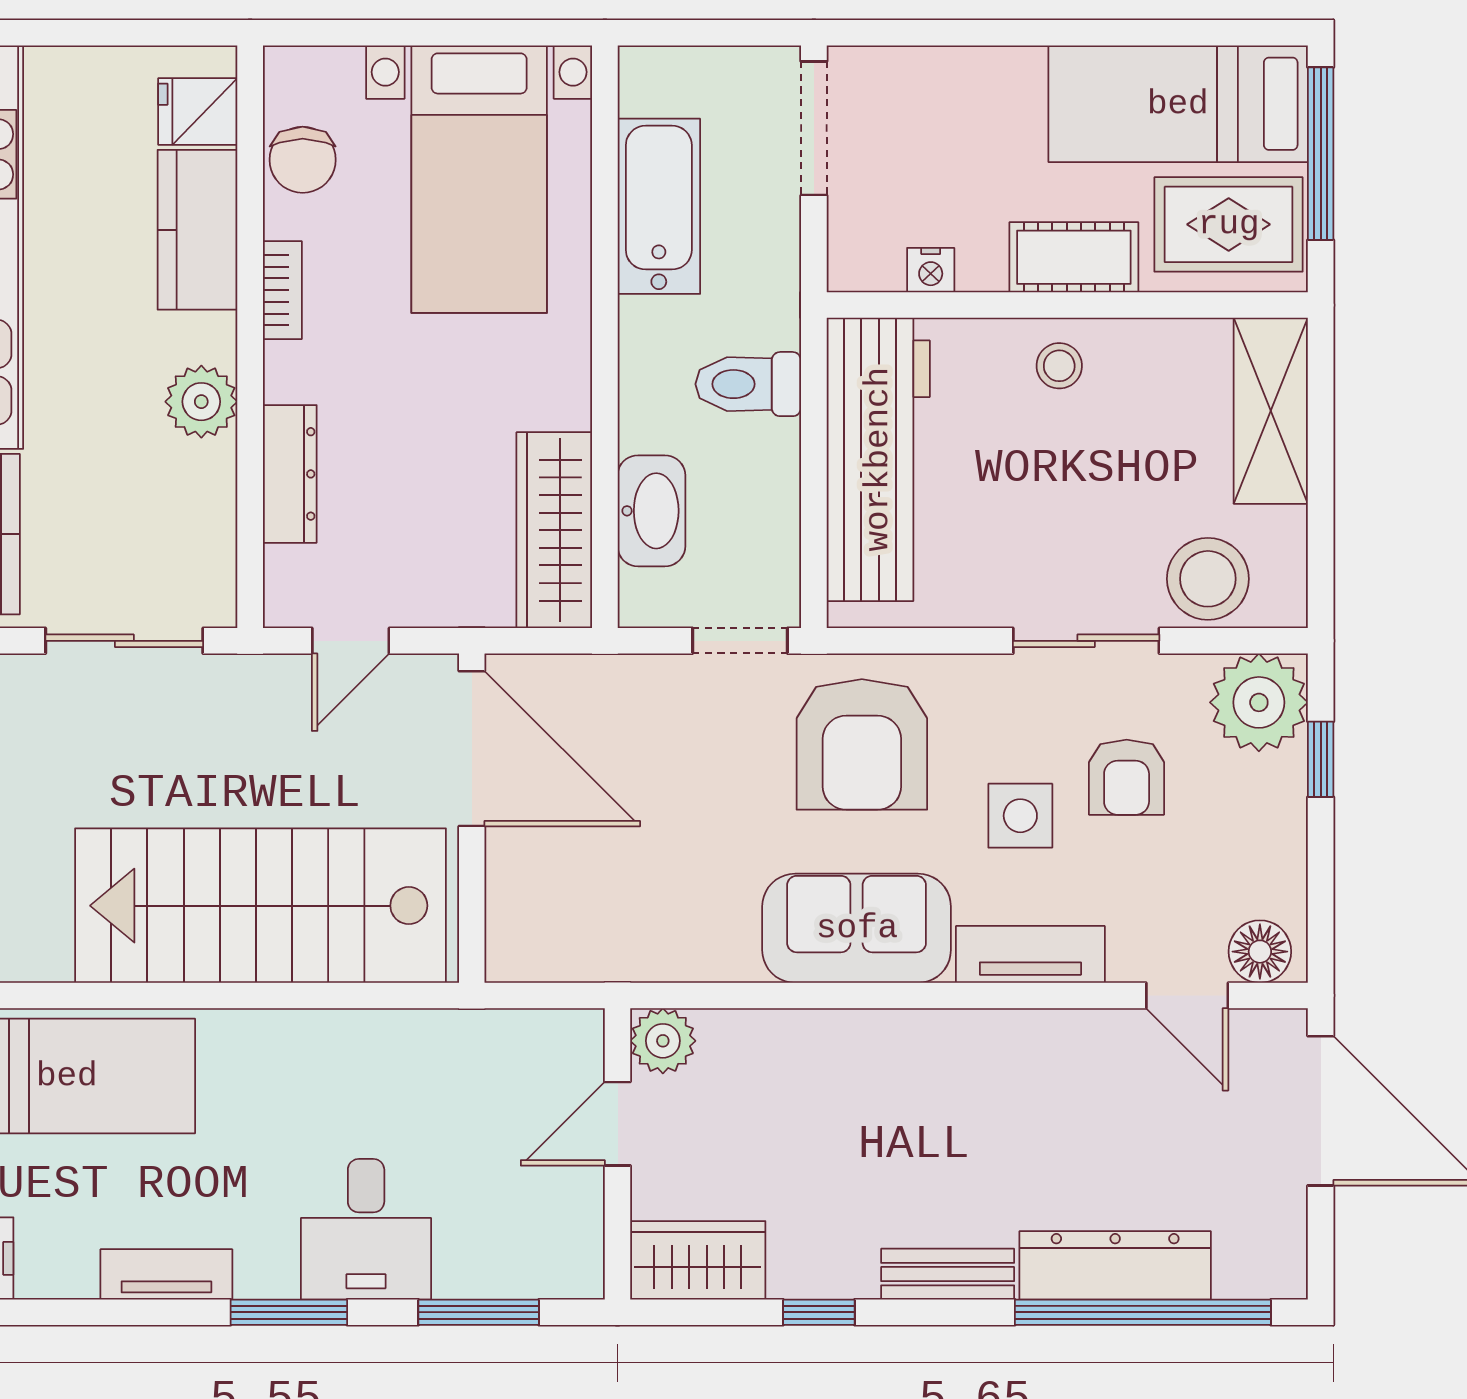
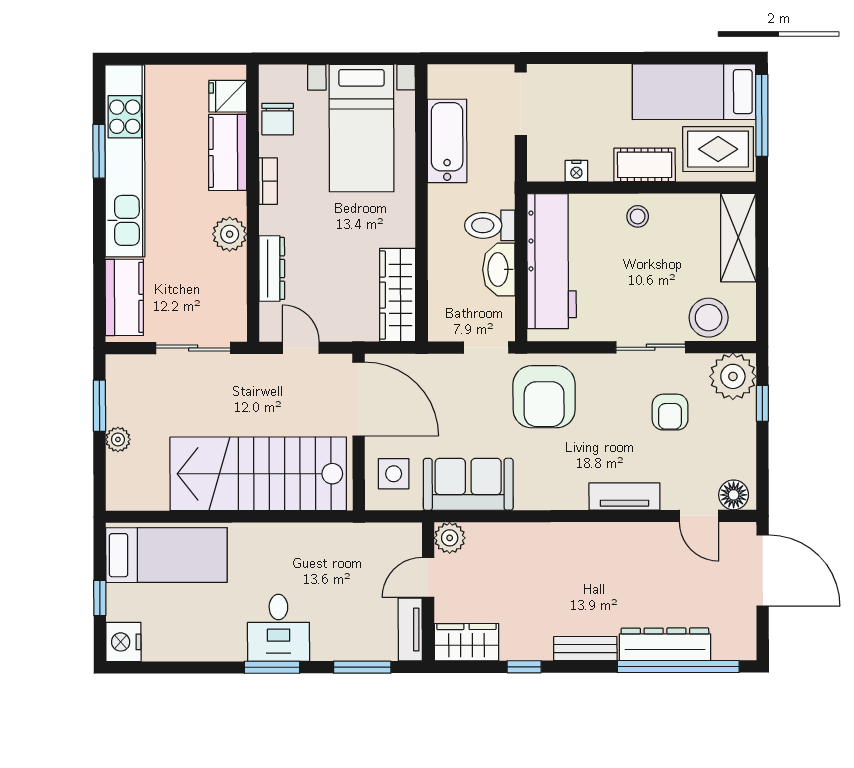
washbasin: (651, 511) -> (499, 269), moved, turned 180
door: (351, 641) -> (301, 348), swing flipped
side table: (1020, 816) -> (394, 474), moved
sofa: (857, 928) -> (468, 484), moved
desk: (366, 1229) -> (278, 628), moved
tv unit: (166, 1274) -> (410, 630), moved, turned -90

